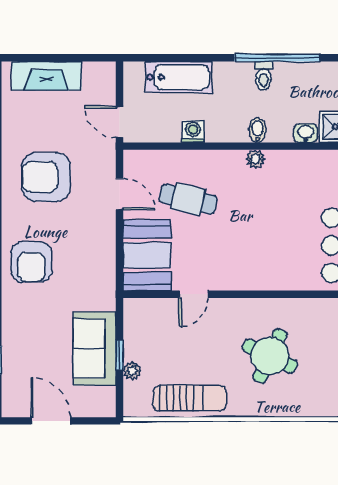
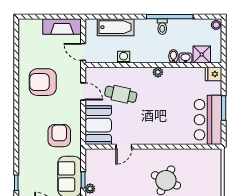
fireplace: (46, 76) -> (62, 26), moved
bidet: (258, 130) -> (173, 56), moved
armchair: (31, 262) -> (59, 136), moved, turned 180

